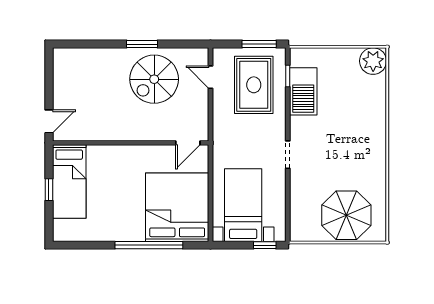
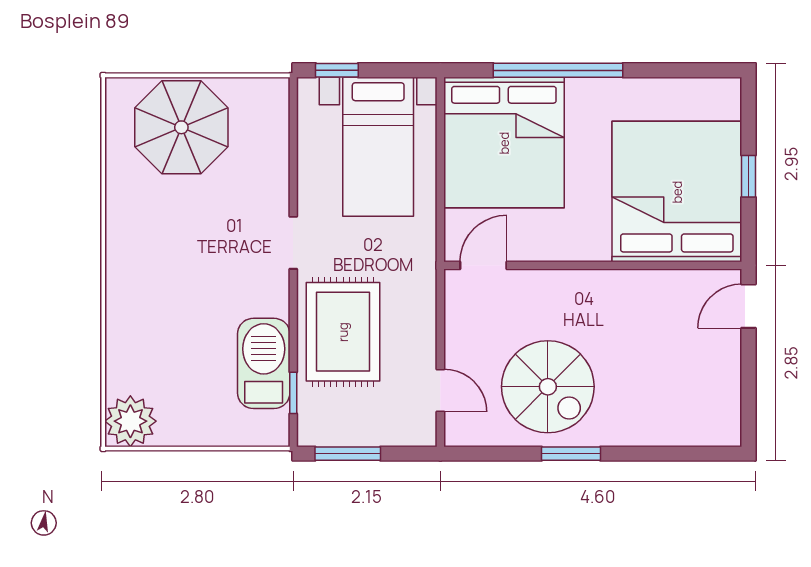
spiral stairs: (154, 79) -> (548, 387), turned 90
rug: (254, 85) -> (343, 332), moved
bed: (69, 182) -> (677, 192), width x2.04

